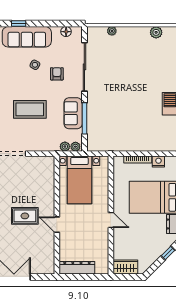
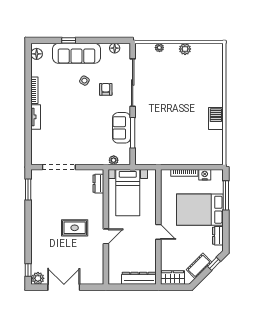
plant: (156, 32) -> (185, 49), moved
coffee table: (30, 109) -> (79, 124), removed
plant: (75, 147) -> (124, 160), removed
dresser: (49, 171) -> (98, 184), added
door: (57, 225) -> (106, 236), swing flipped
cot: (153, 255) -> (199, 266), added
dresser: (77, 268) -> (139, 278), moved

